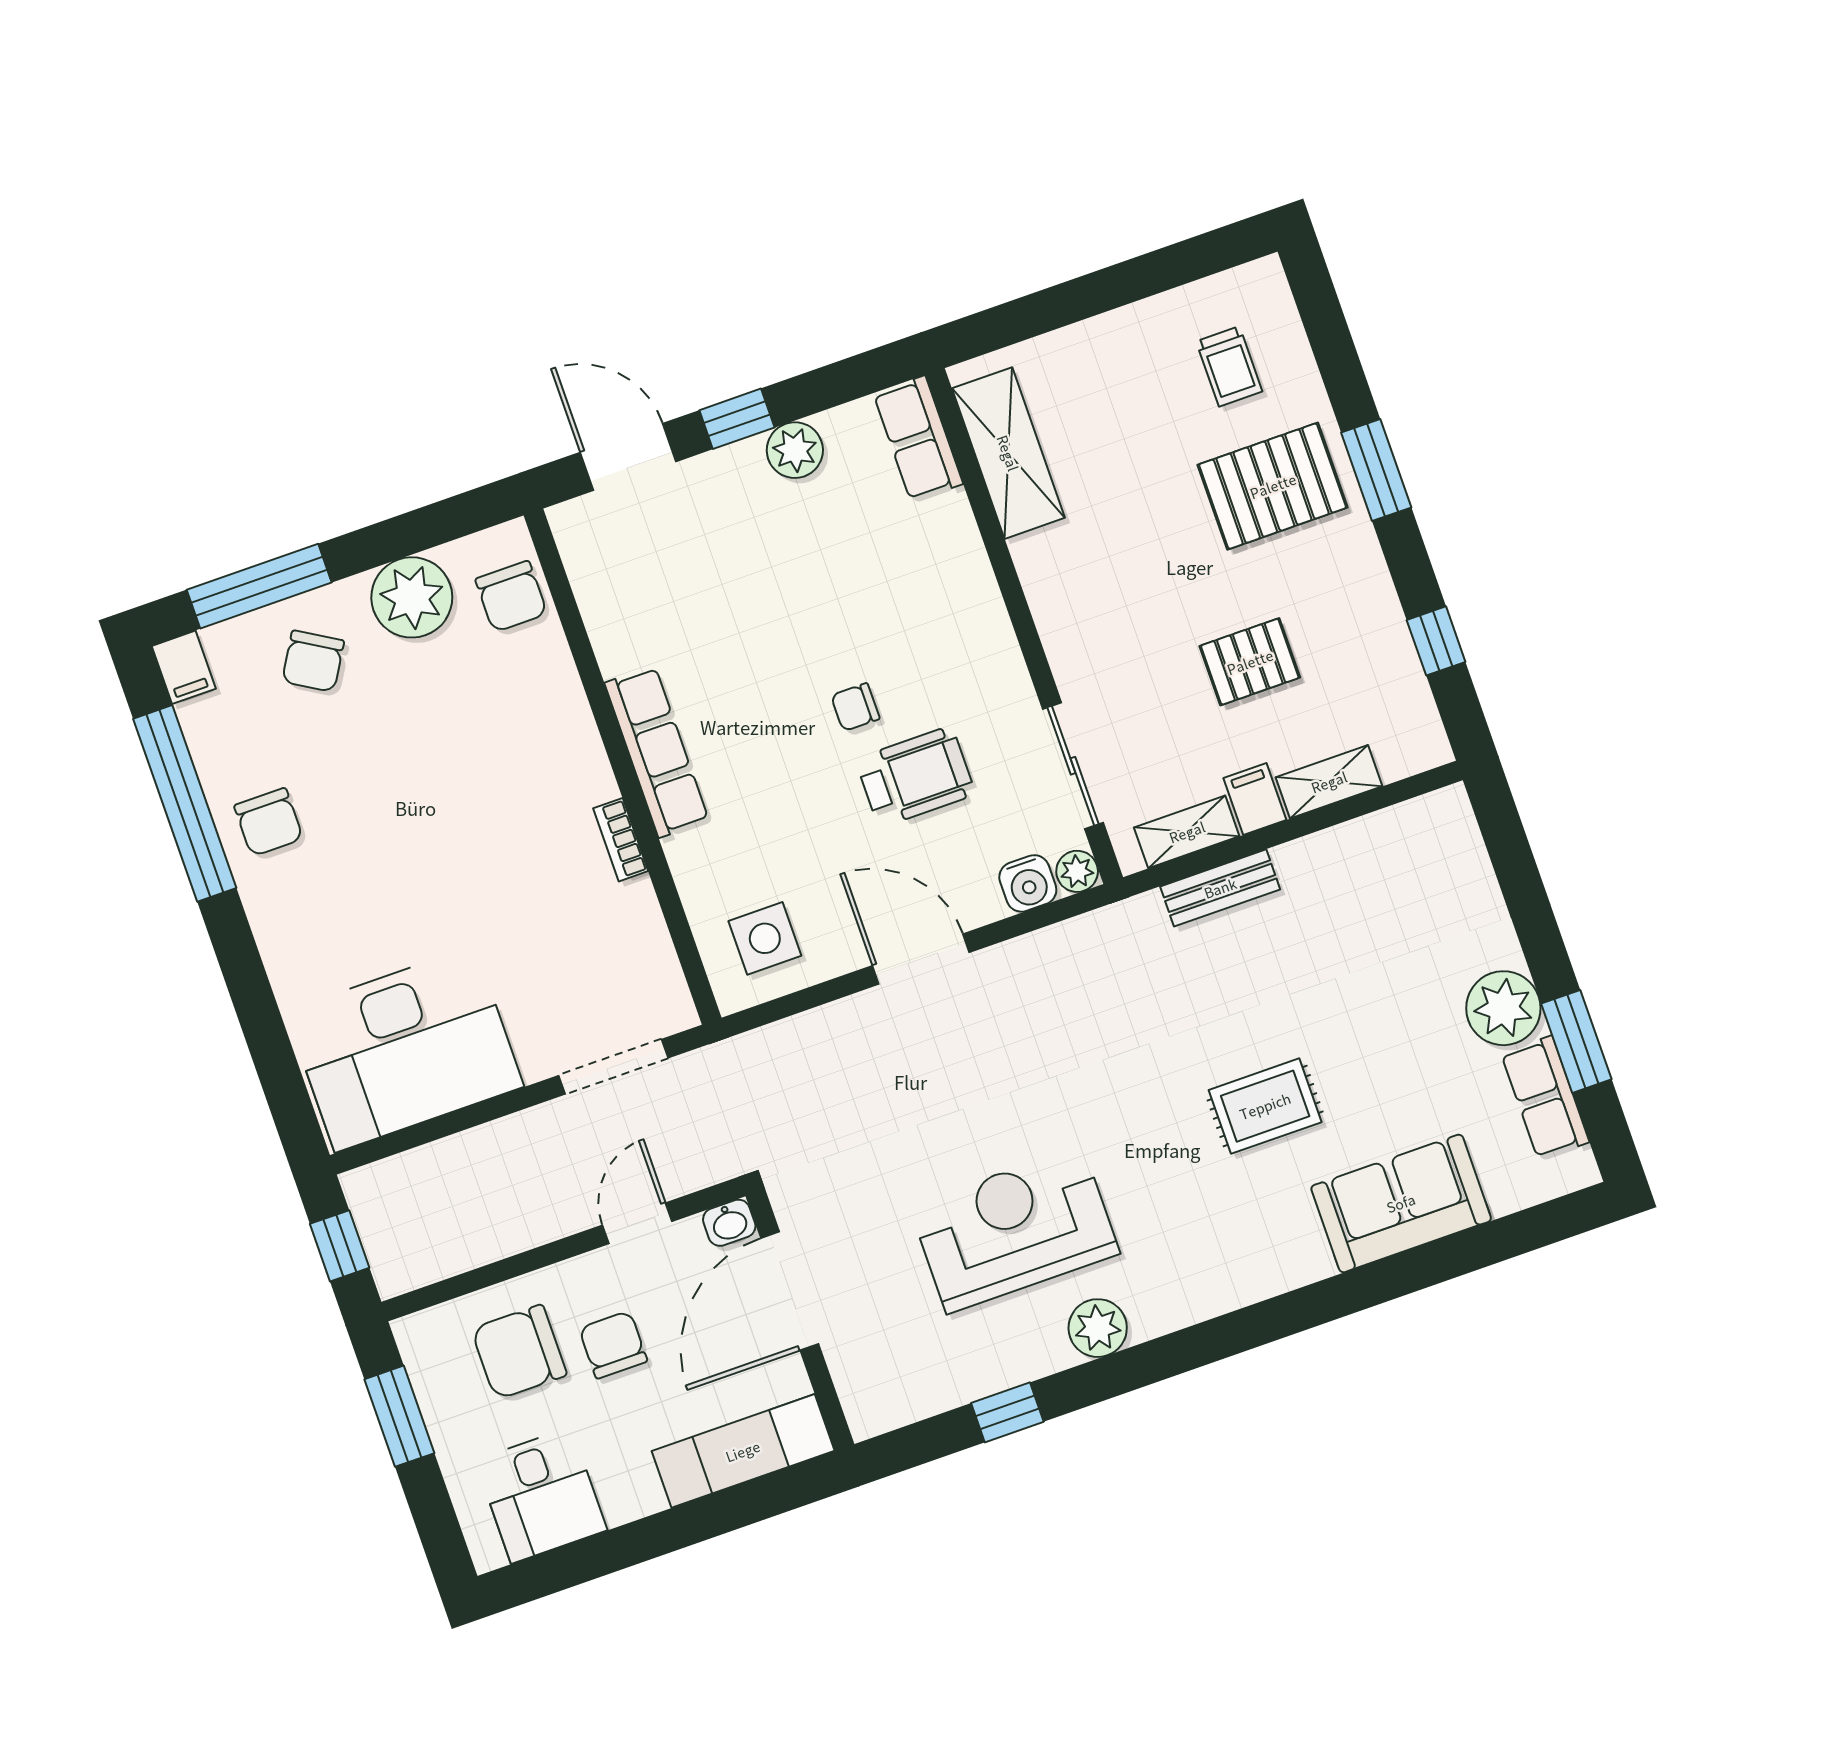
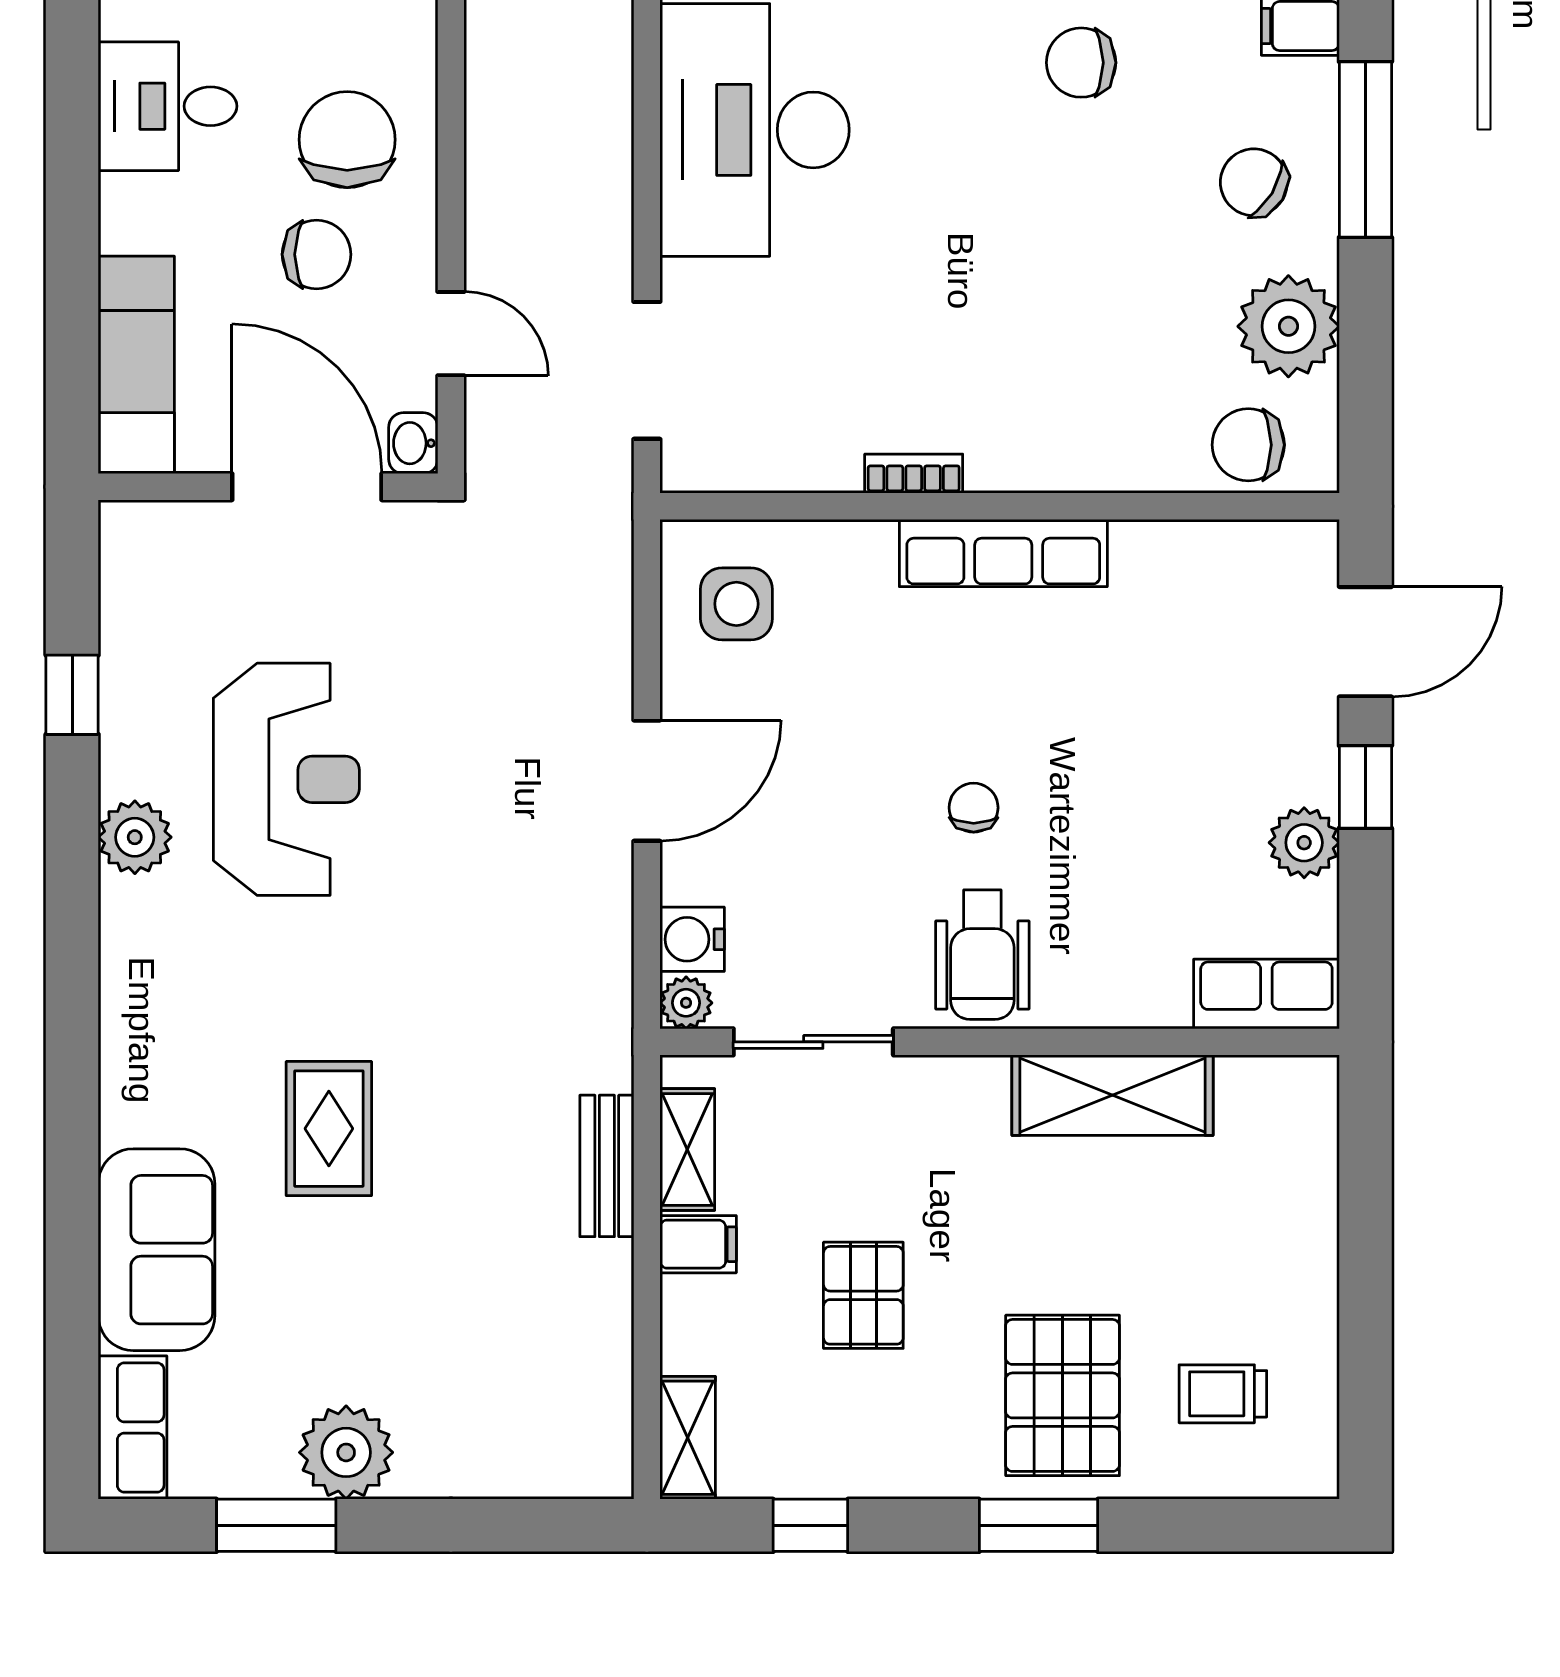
shelving: (1008, 453) -> (1112, 1095), moved
wheelchair: (915, 777) -> (982, 955), moved
shelving: (1329, 782) -> (688, 1438), moved
row of seats: (1545, 1098) -> (132, 1427), moved, turned 90

